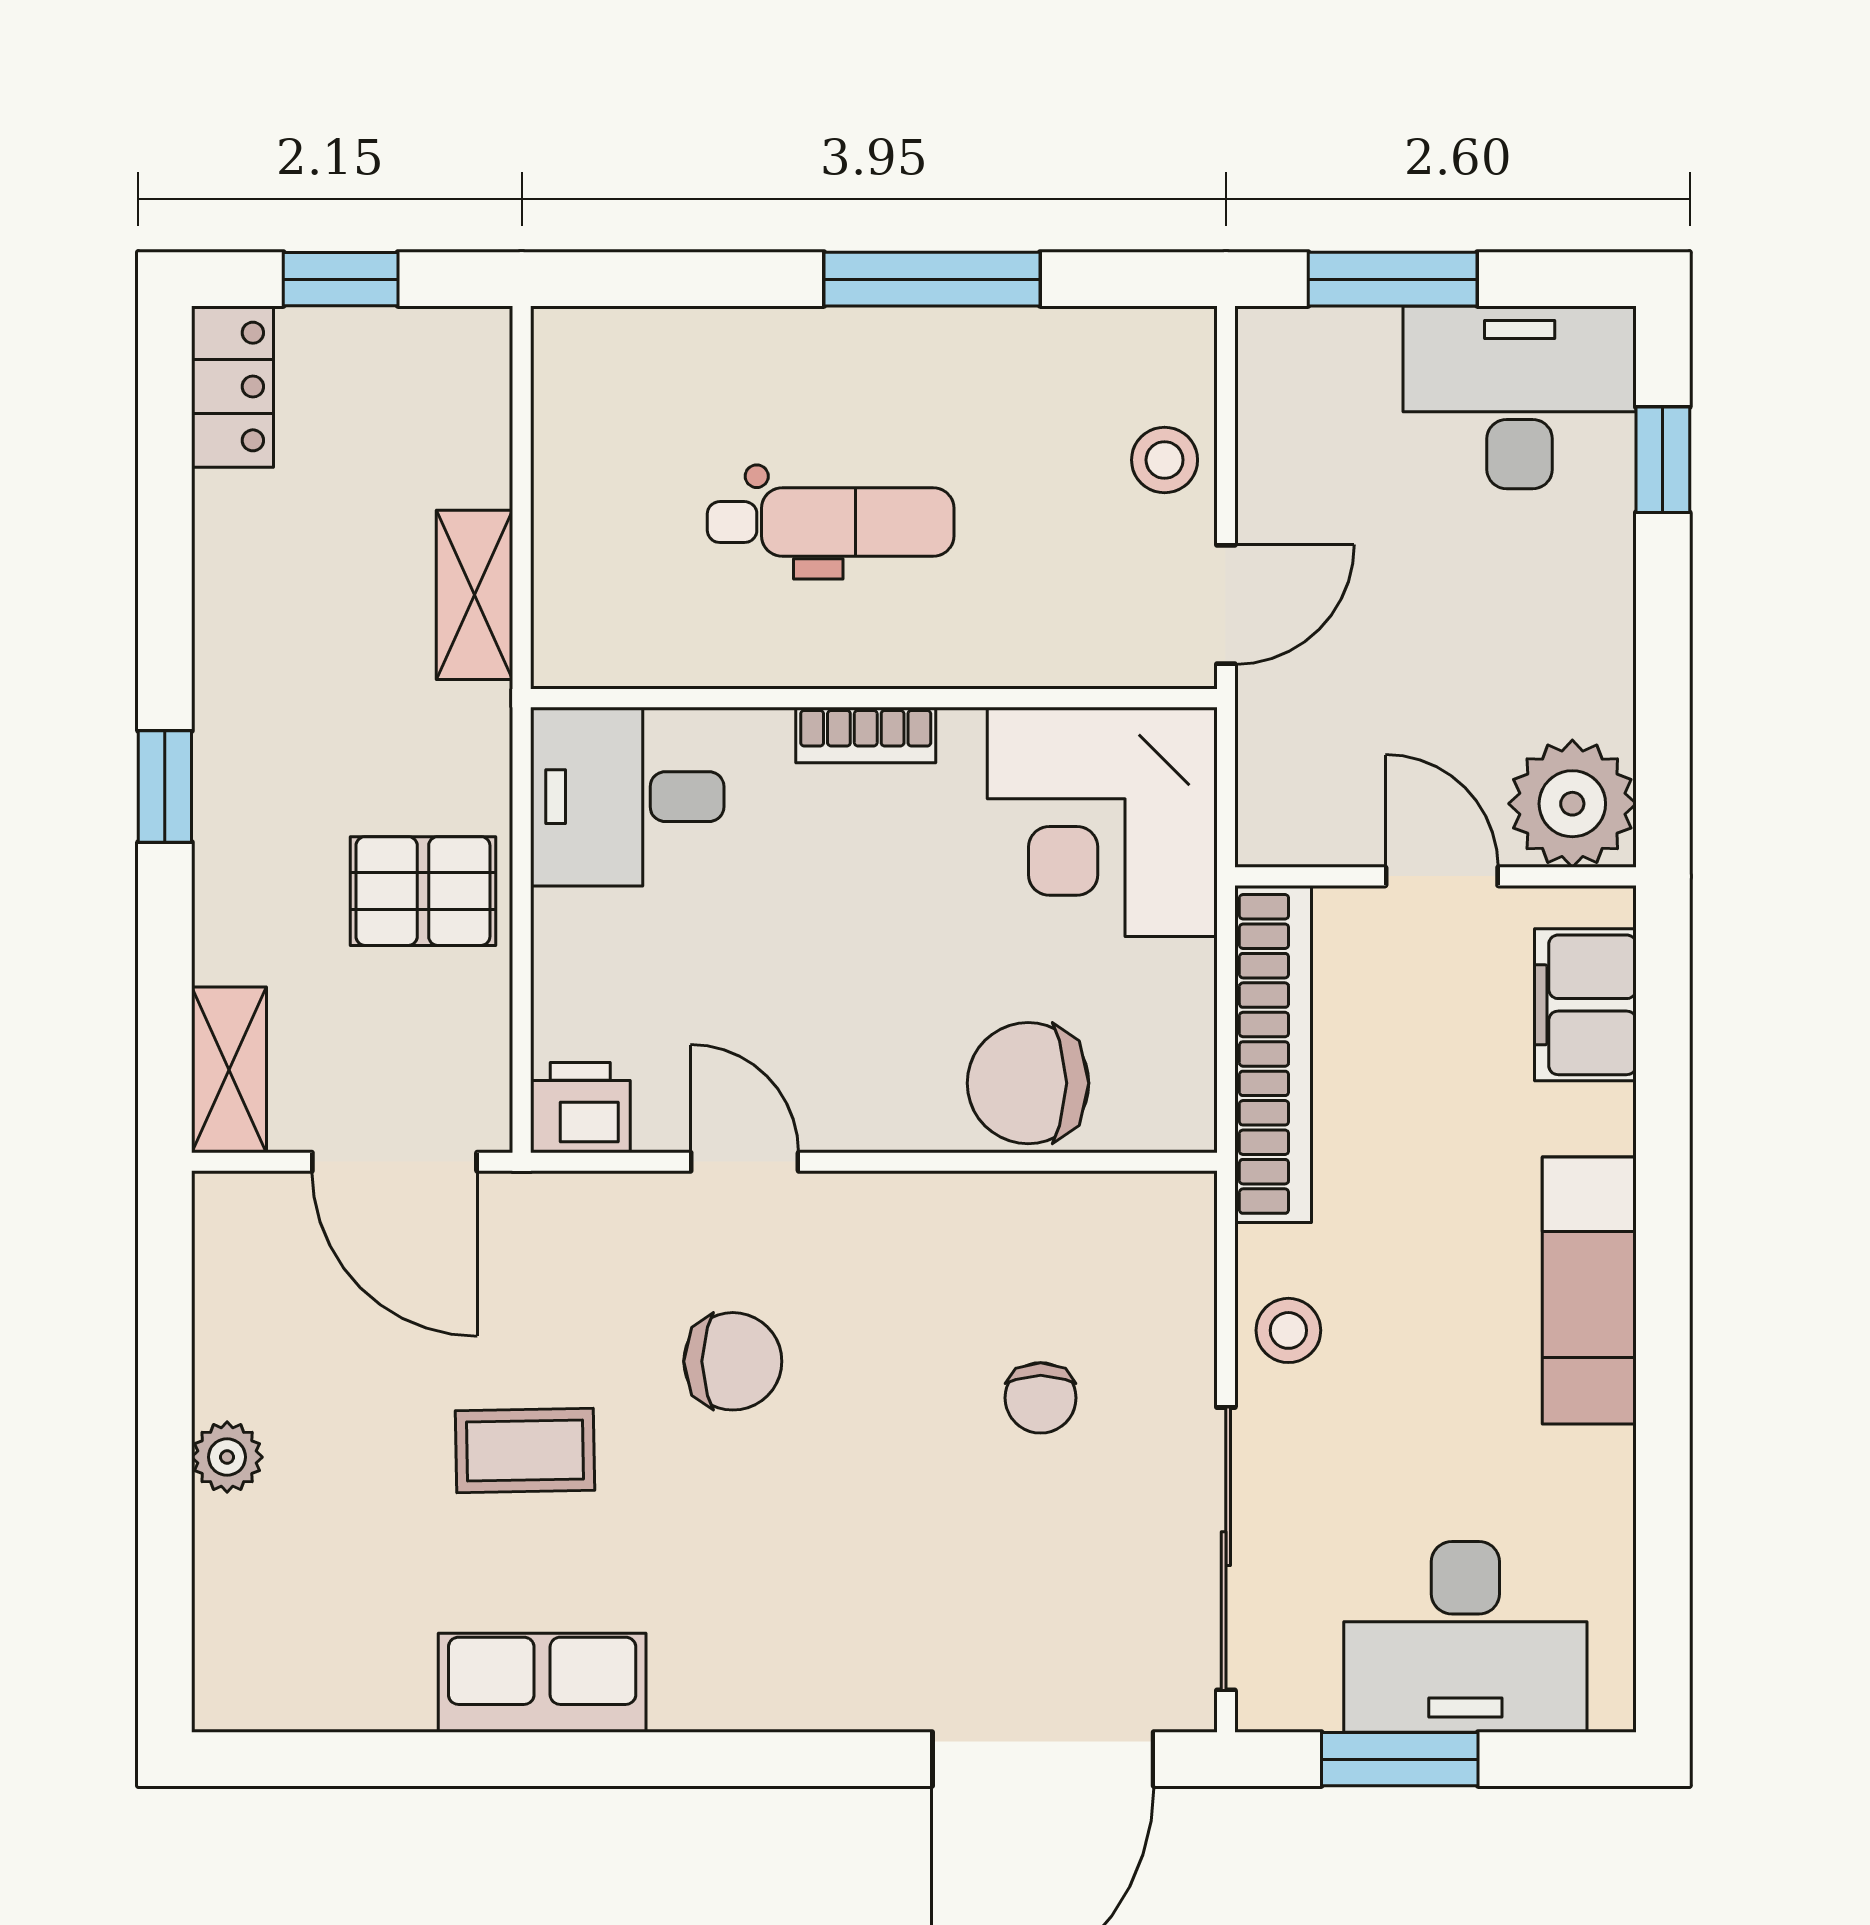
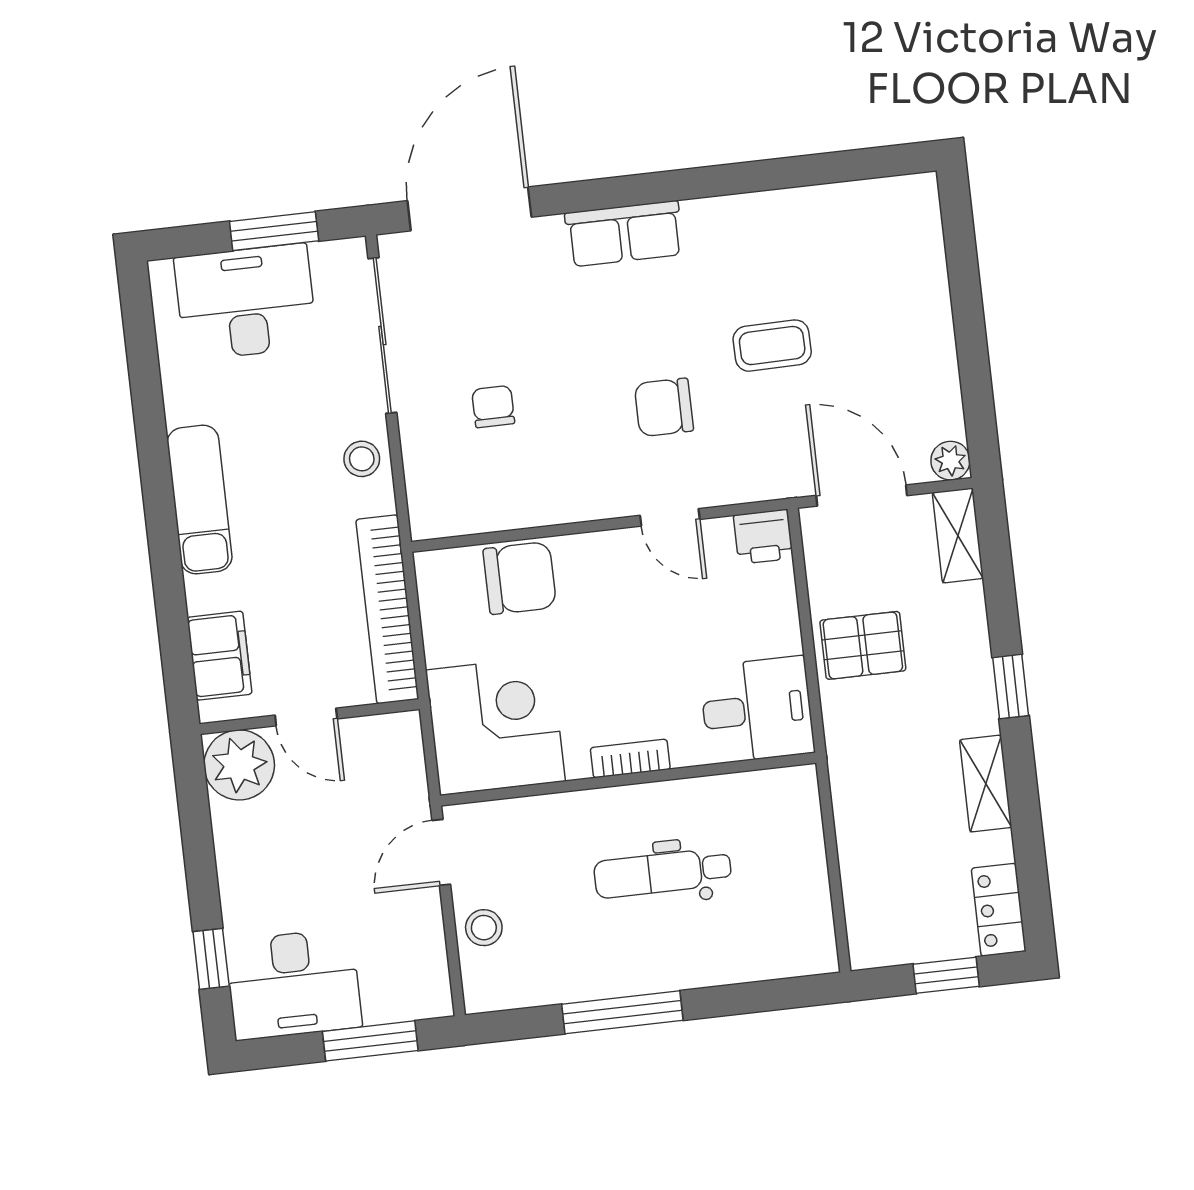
shelving: (475, 595) -> (986, 784), moved
plant: (227, 1457) -> (950, 461), moved
row of seats: (542, 1683) -> (624, 234), moved

